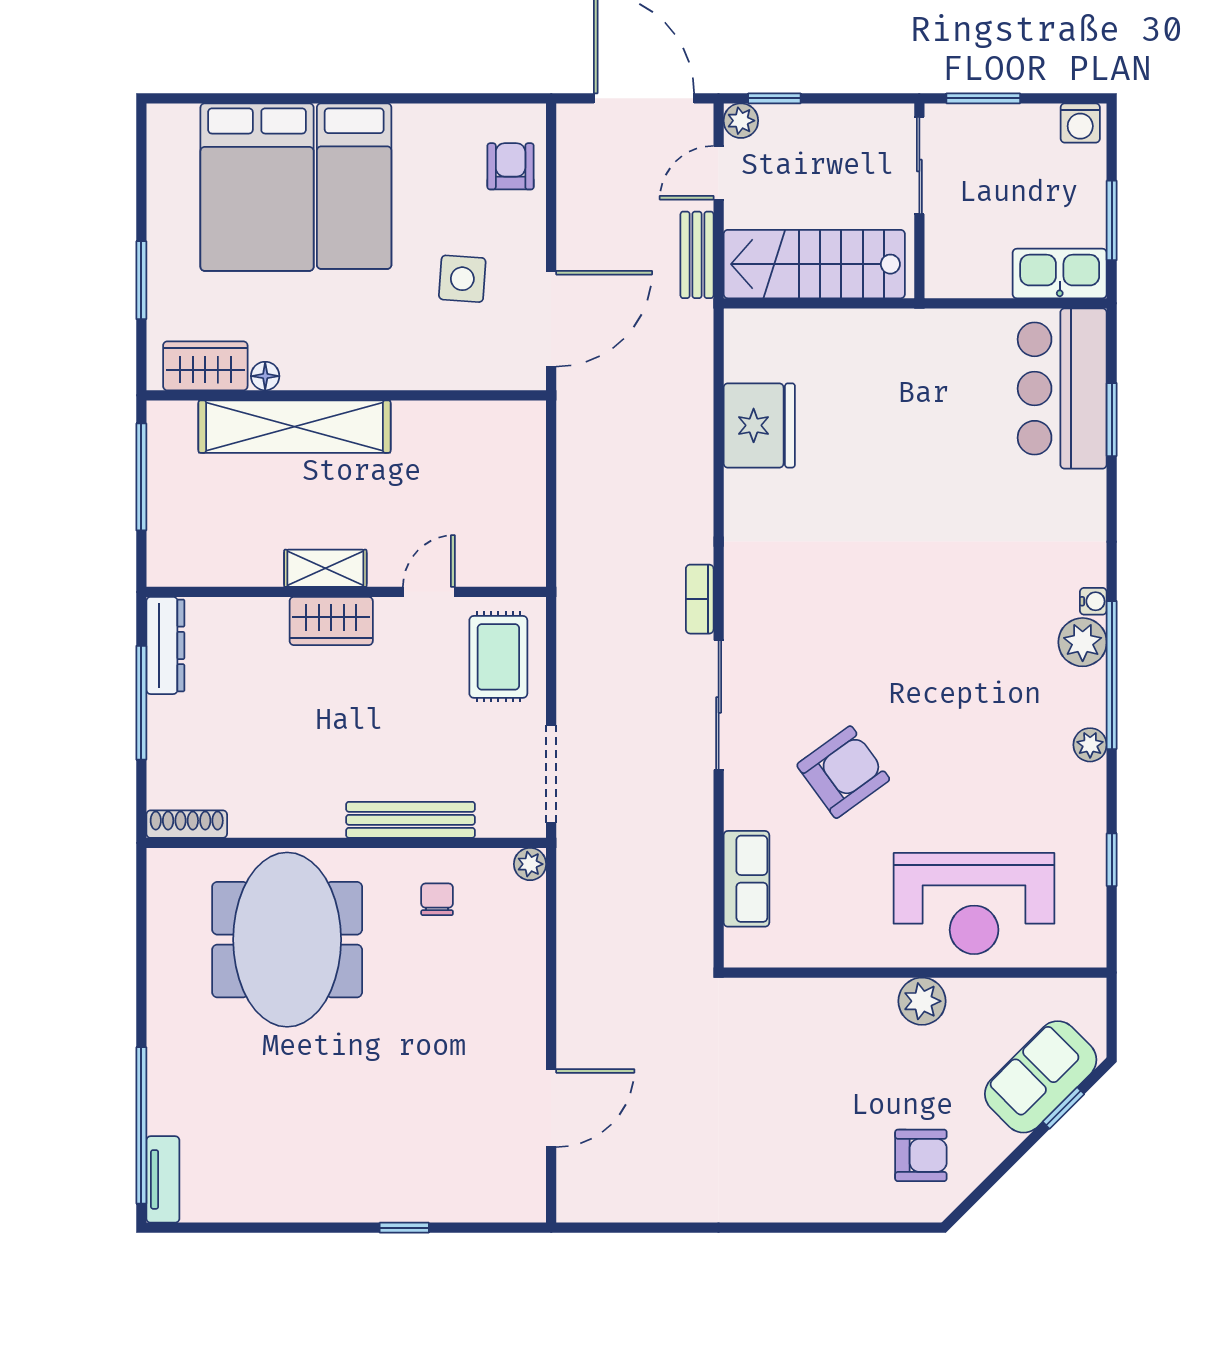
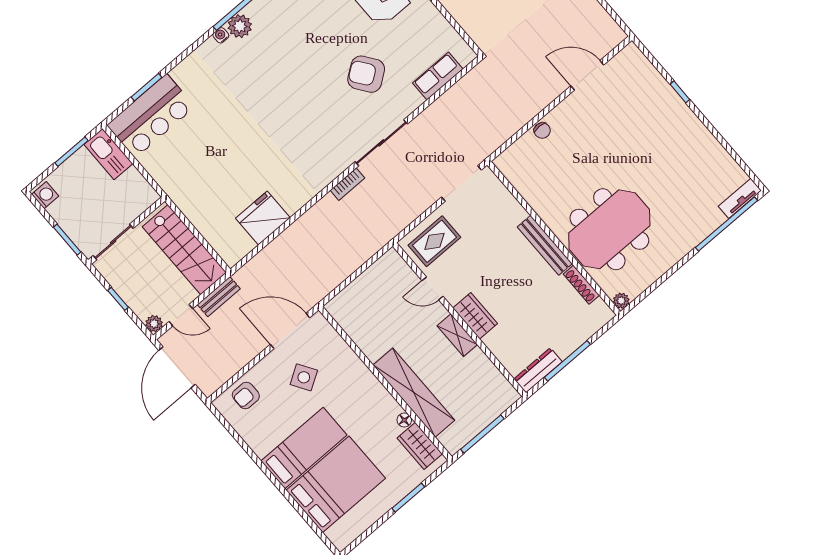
window: (774, 98) -> (118, 299), moved
side table: (462, 279) -> (304, 377), turned -36
bench: (411, 820) -> (545, 245), moved
shoe rack: (187, 824) -> (581, 285), moved
plant: (530, 864) -> (621, 301), moved
chair: (437, 899) -> (542, 131), moved, turned -90

